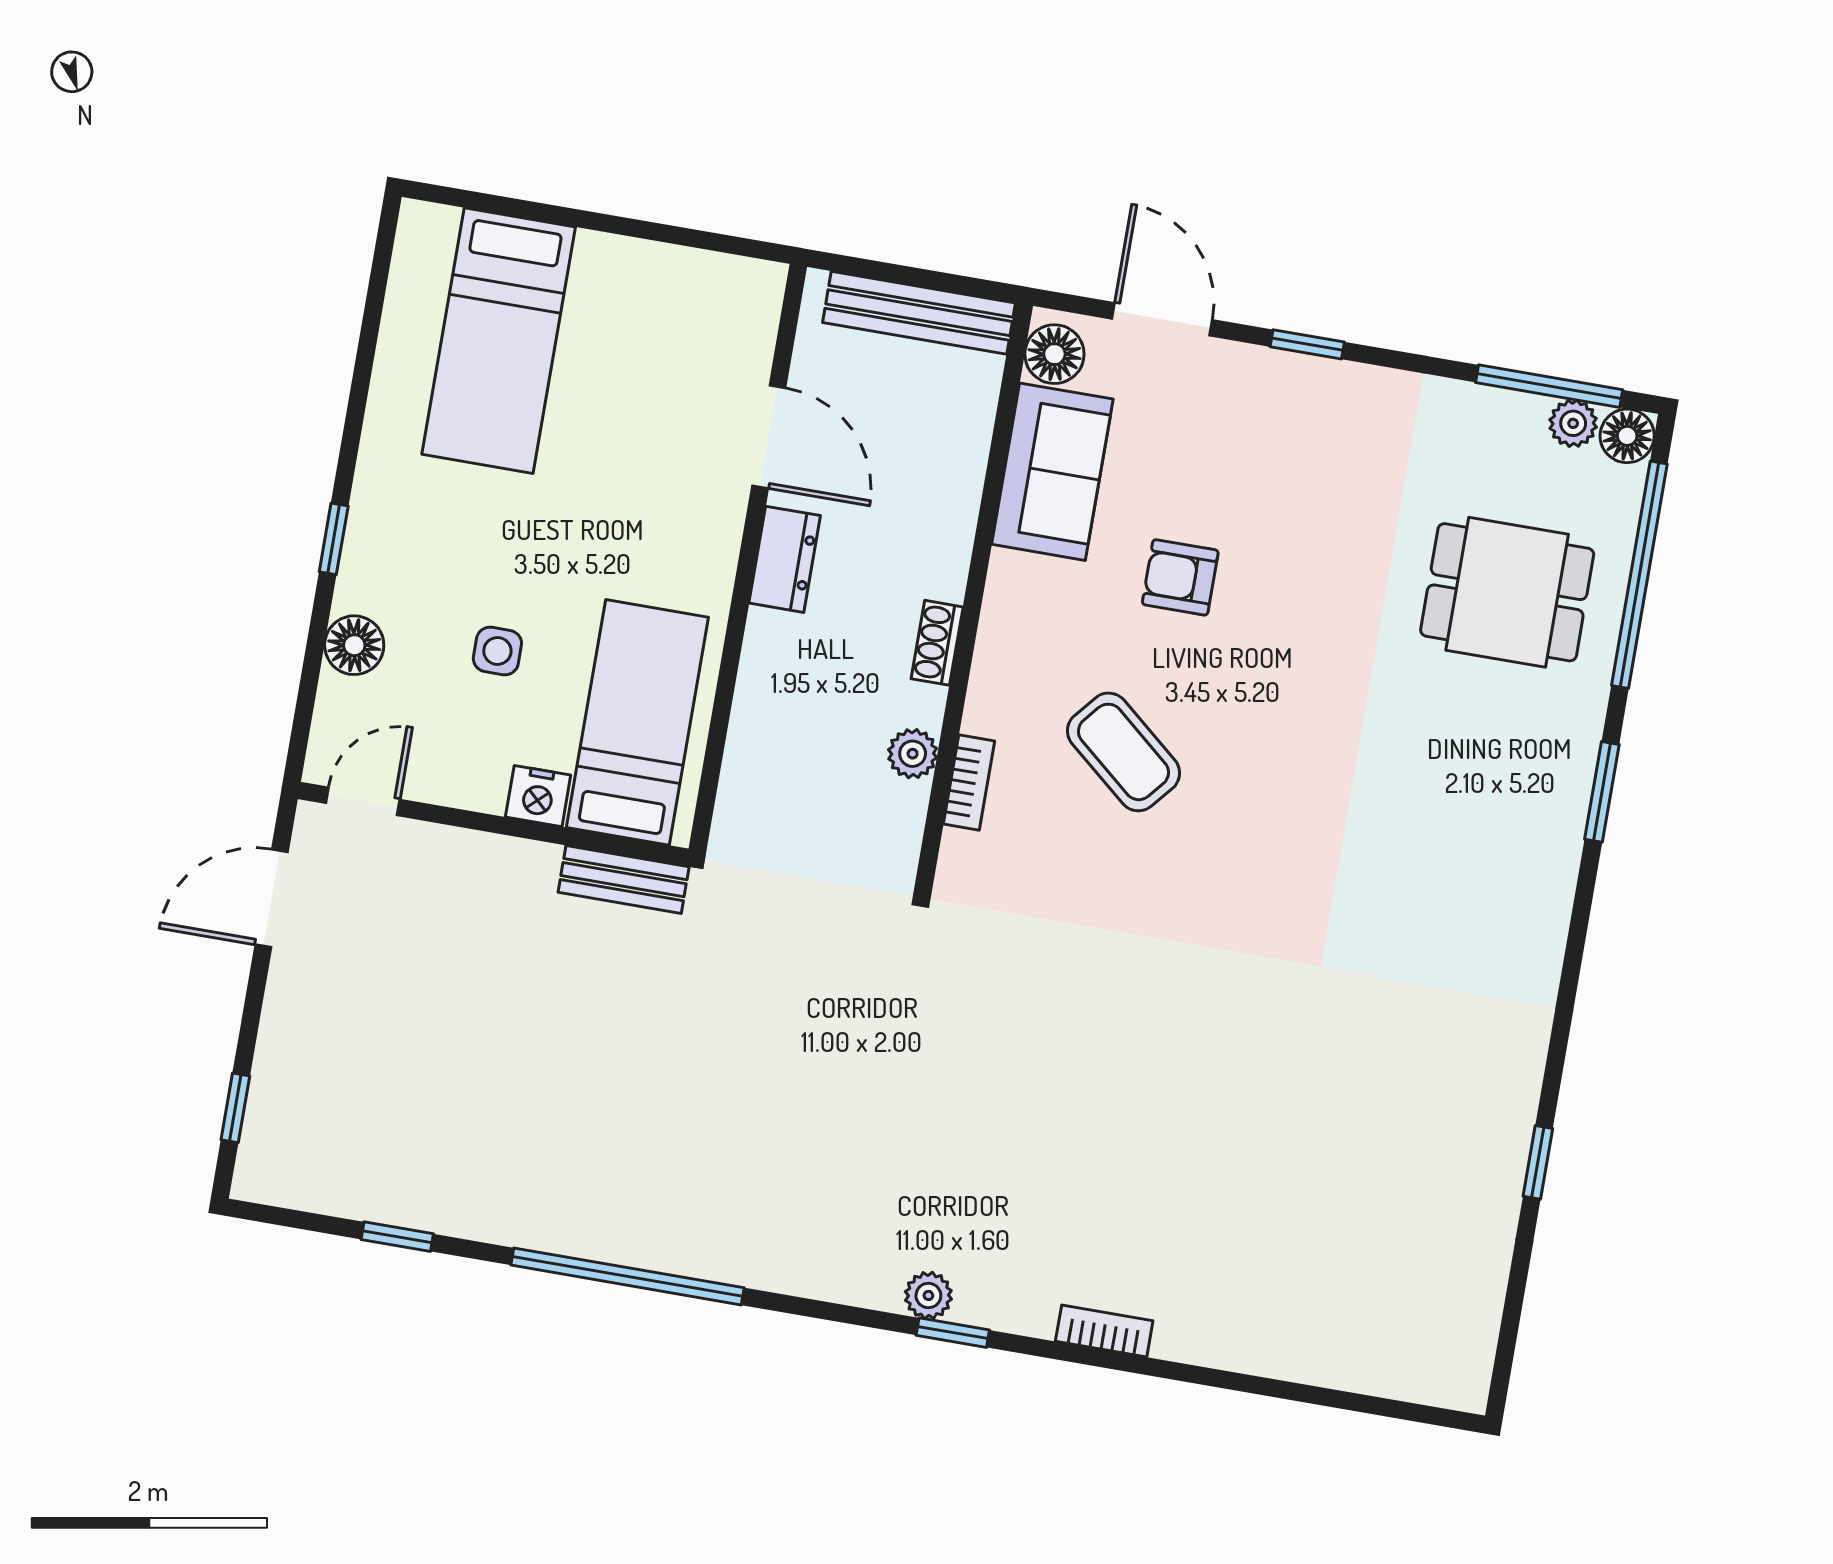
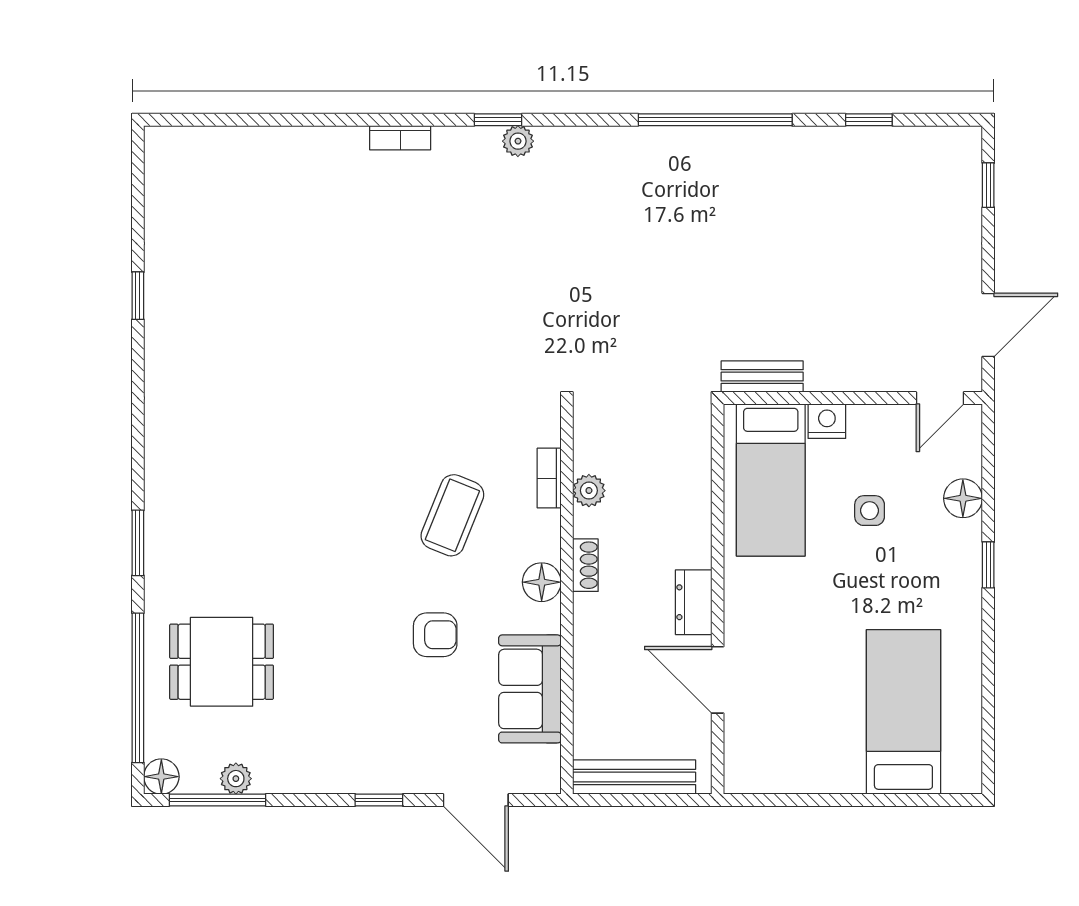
floor lamp: (1054, 354) -> (542, 582), moved
plant: (1573, 423) -> (236, 779), moved
coffee table: (1123, 752) -> (452, 515), turned 72

